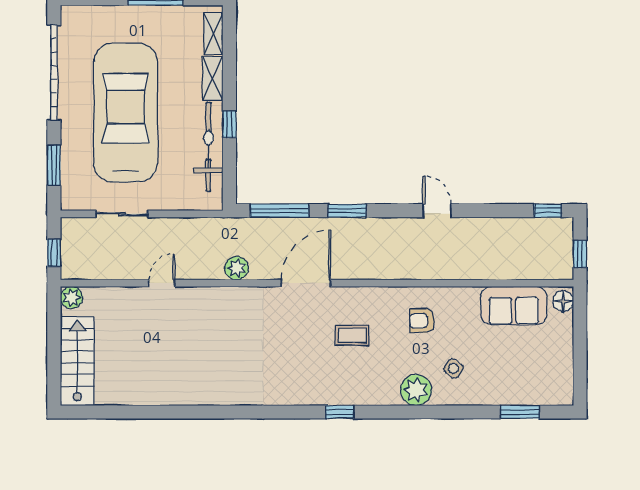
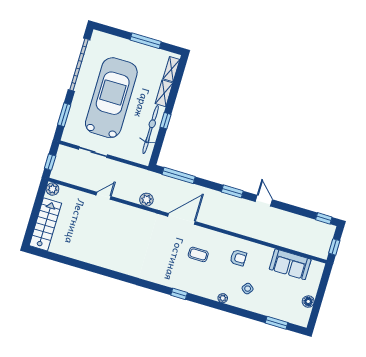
window: (347, 211) -> (232, 191), moved
floor lamp: (563, 301) -> (308, 302), moved
armchair: (422, 321) -> (238, 258), turned 180
plant: (416, 390) -> (223, 298), width x0.53, depth x0.53

